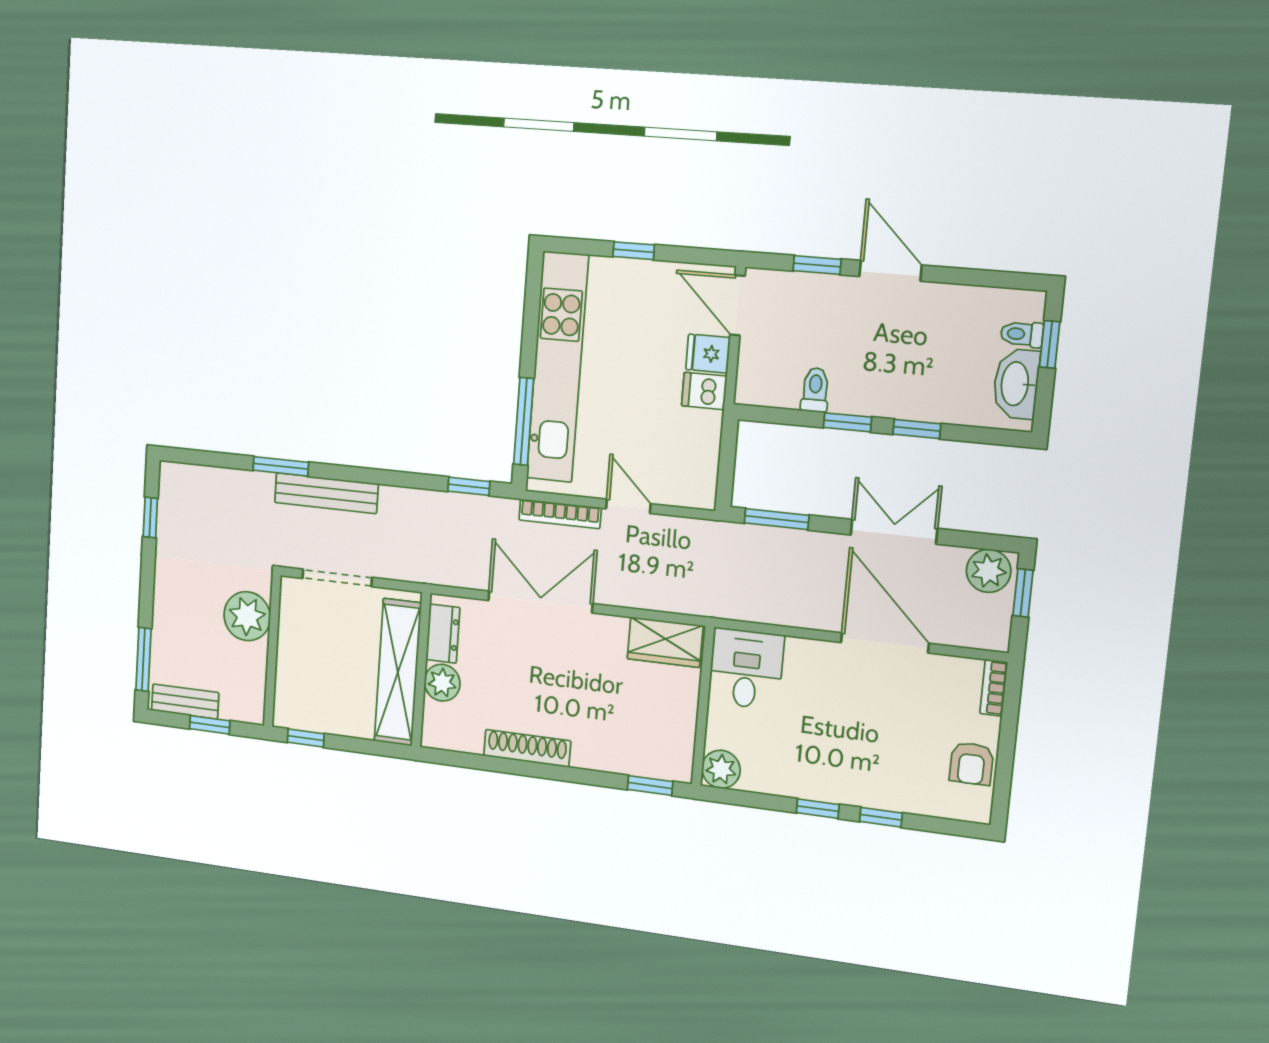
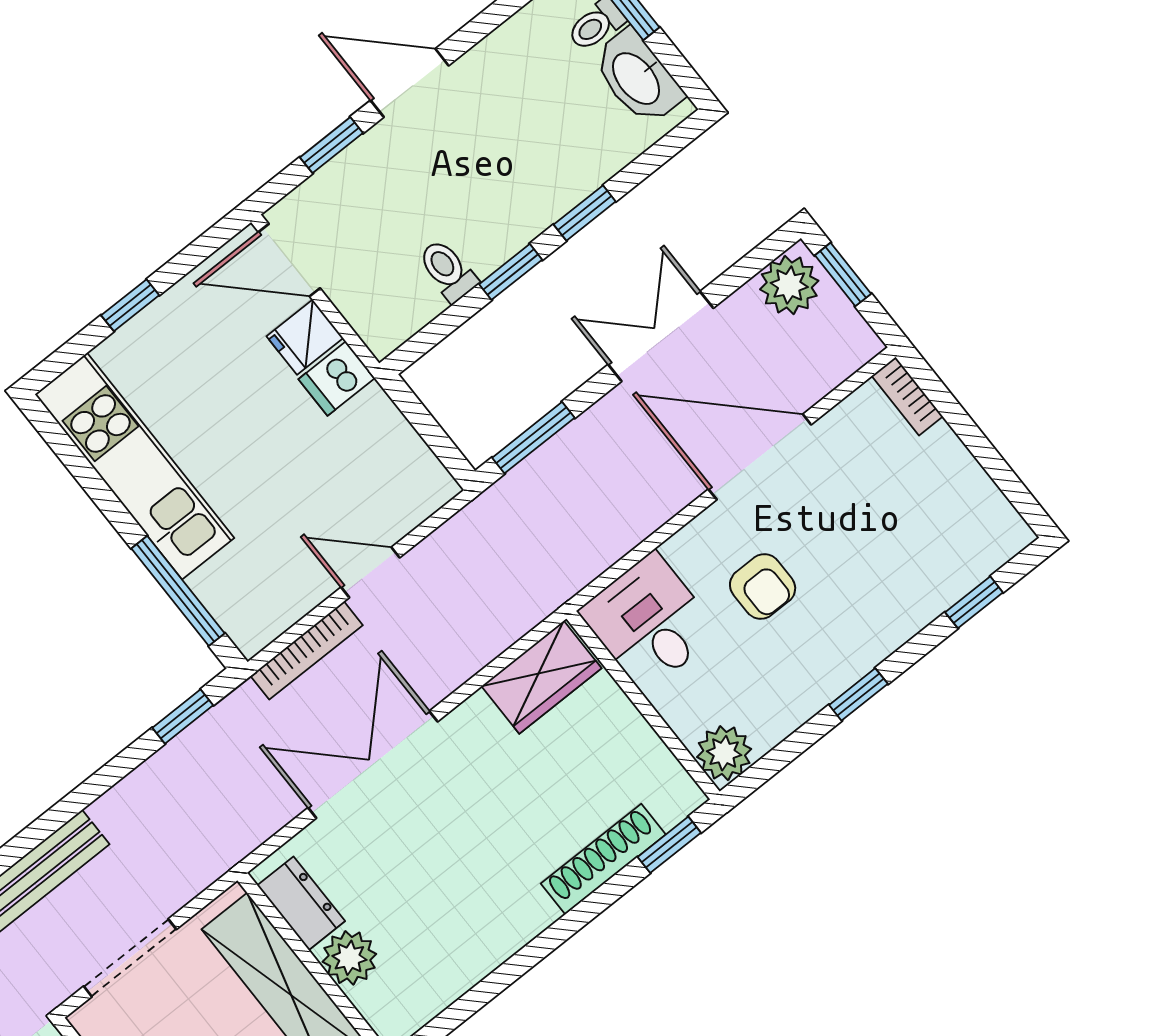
kitchen unit: (557, 367) -> (134, 466), width x0.73
shoe rack: (527, 748) -> (603, 859), moved
armchair: (971, 764) -> (763, 587), moved
window: (881, 817) -> (974, 602), moved

